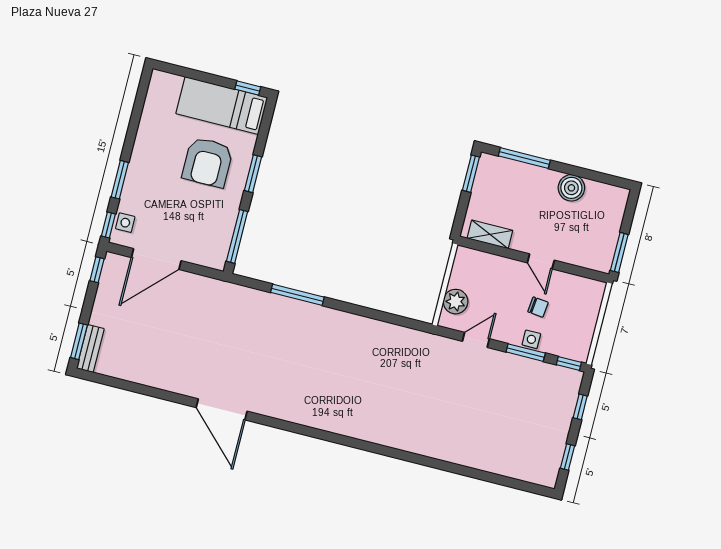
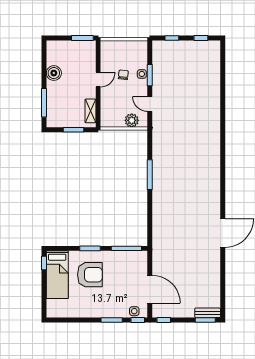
window: (471, 174) -> (73, 130), moved
window: (297, 295) -> (150, 175), moved
window: (569, 363) -> (150, 50), removed

